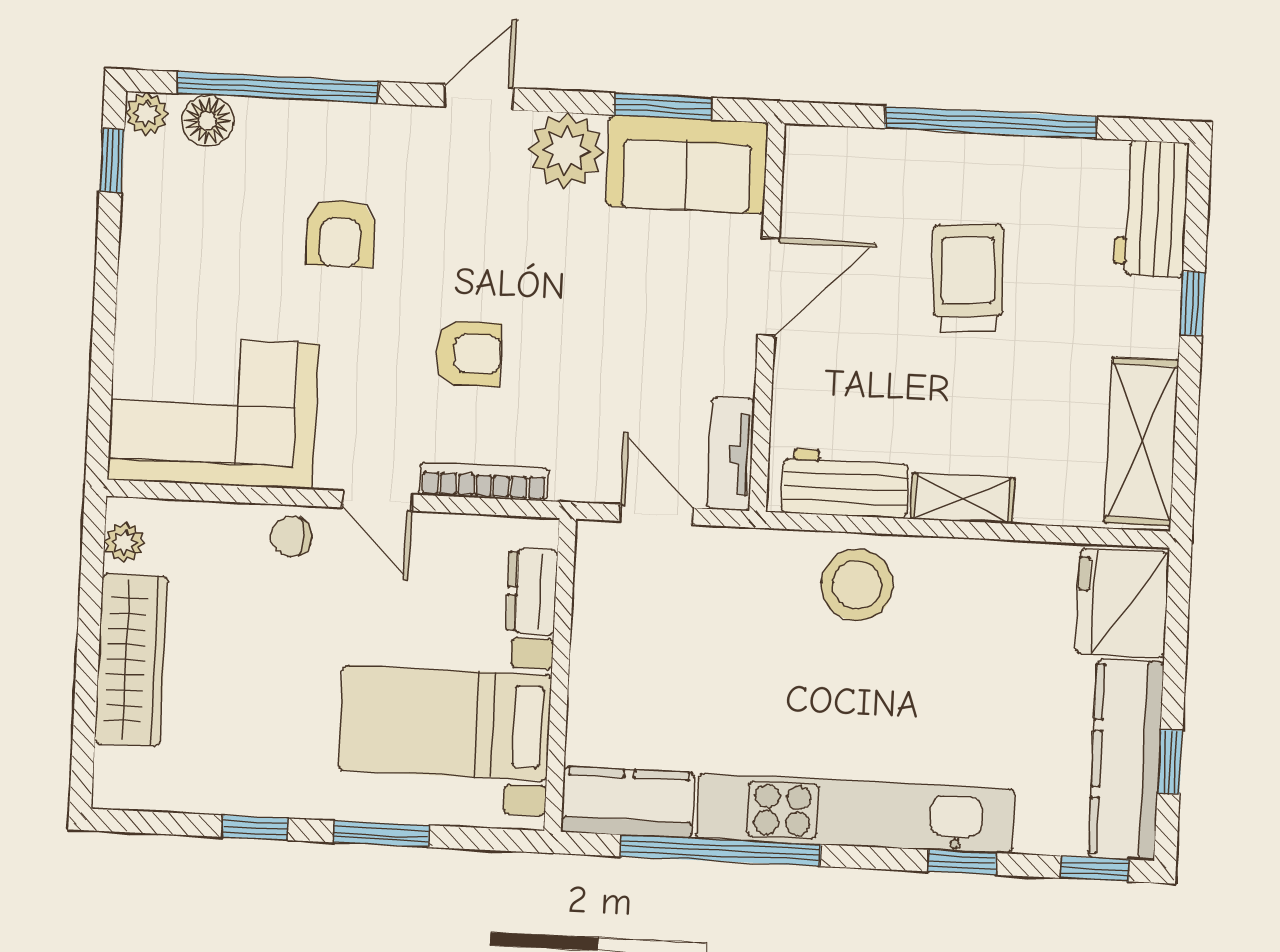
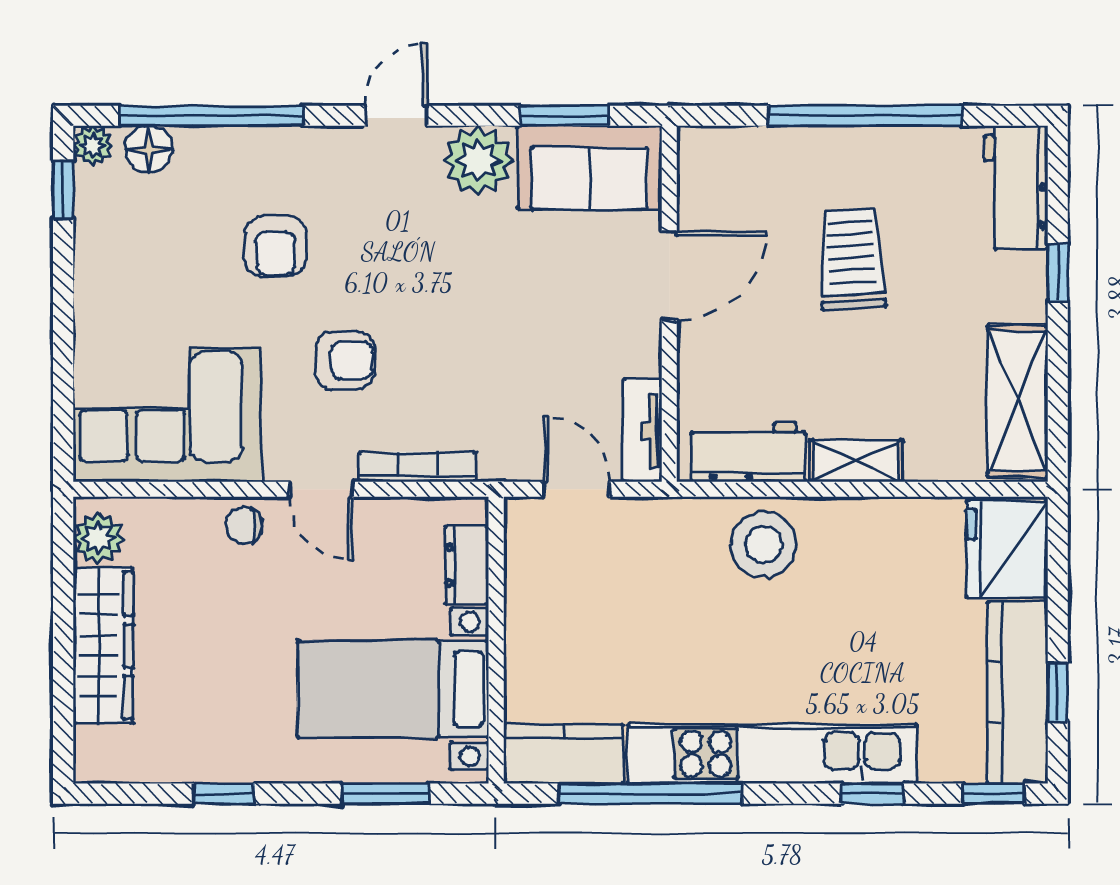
armchair: (468, 354) -> (345, 361), moved
plant: (124, 542) -> (99, 538), width x1.38, depth x1.38
window: (382, 834) -> (386, 794), moved

